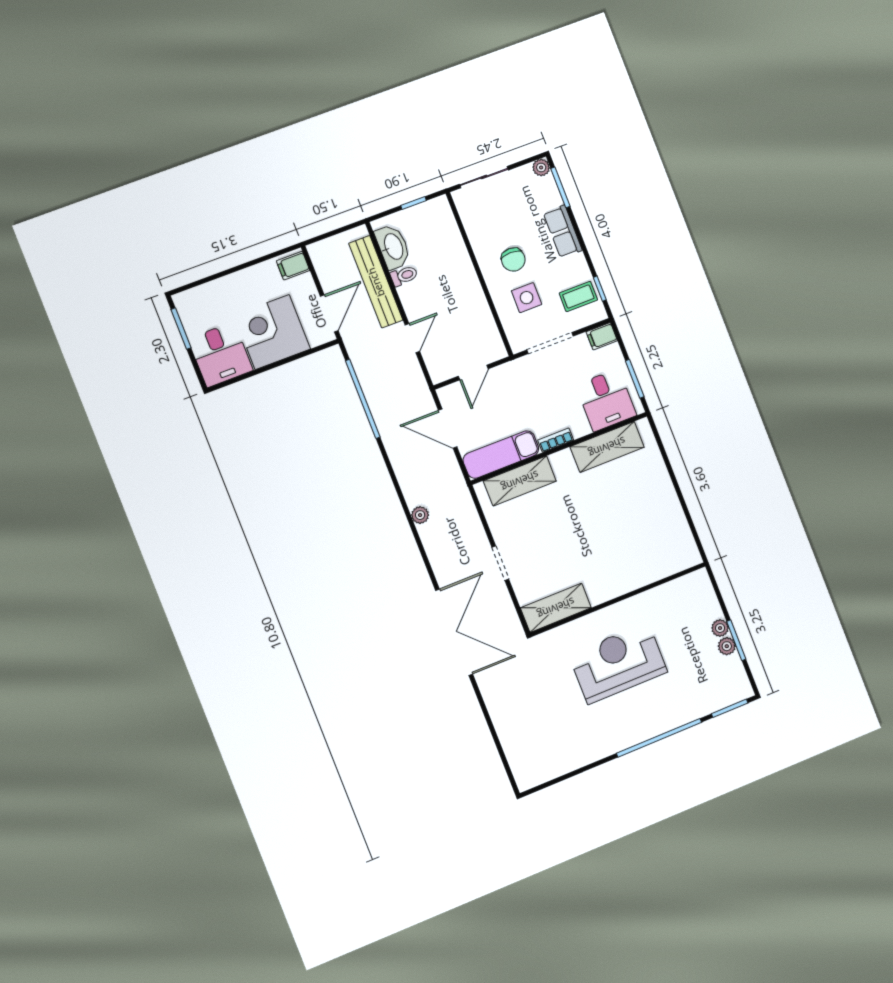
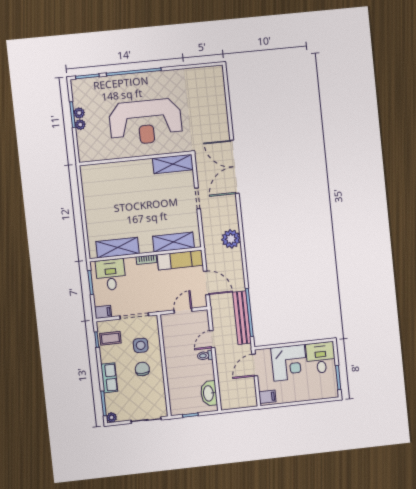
toilet: (404, 276) -> (205, 356), moved
bench: (376, 282) -> (242, 318), moved
plant: (420, 515) -> (231, 239), width x1.88, depth x1.88
reception desk: (618, 663) -> (146, 122), width x1.36, depth x1.30

